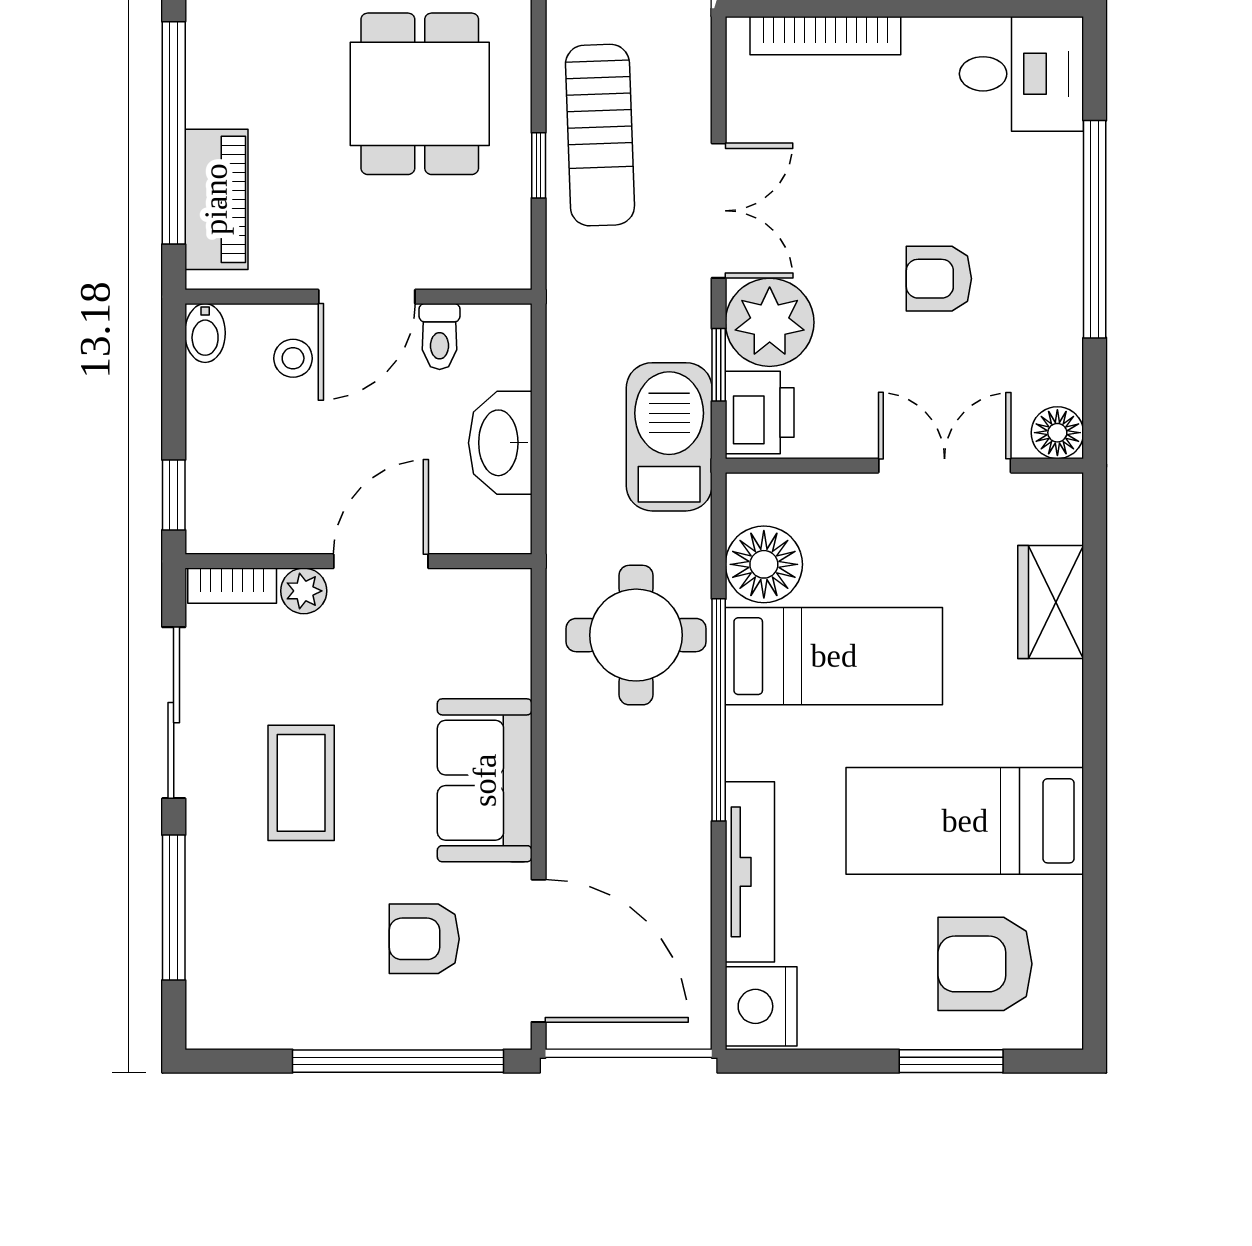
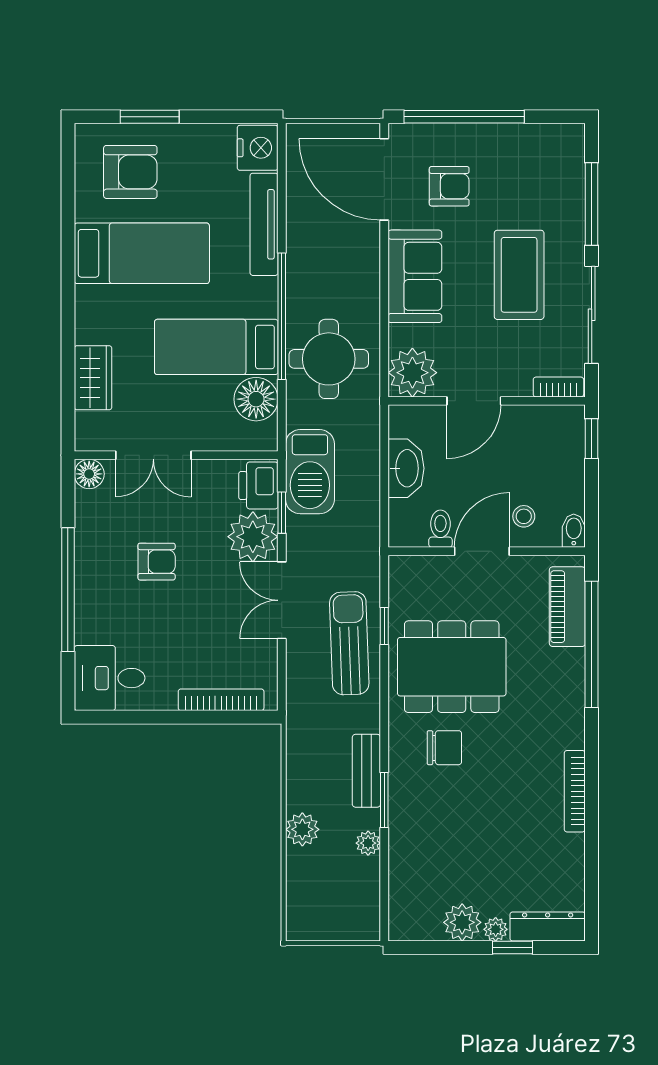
dining table: (420, 94) -> (452, 667), width x1.38
plant: (304, 591) -> (412, 373), moved, width x1.87, depth x1.87
coffee table: (301, 783) -> (519, 275), width x1.36, depth x1.32

